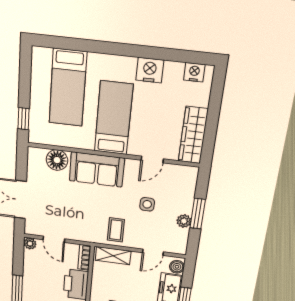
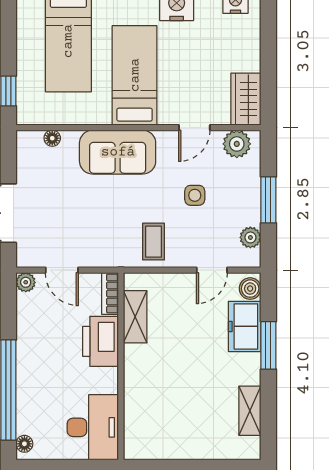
wardrobe: (193, 135) -> (246, 99), width x0.67
floor lamp: (57, 160) -> (52, 138), width x0.53, depth x0.53
plant: (181, 174) -> (237, 144), added
plant: (184, 221) -> (250, 237), moved
shelving: (113, 256) -> (135, 317), moved, turned 90

